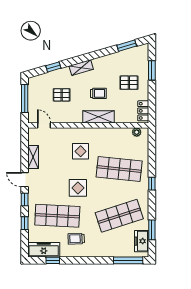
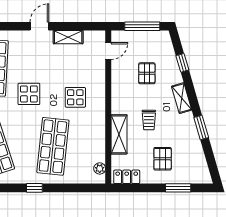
window: (127, 46) -> (201, 127), moved
shelving: (98, 117) -> (119, 134), moved
window: (25, 199) -> (14, 26), removed

